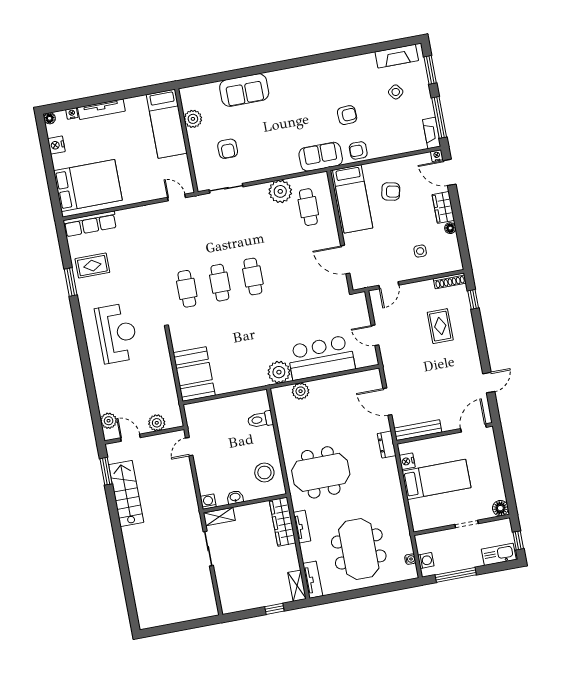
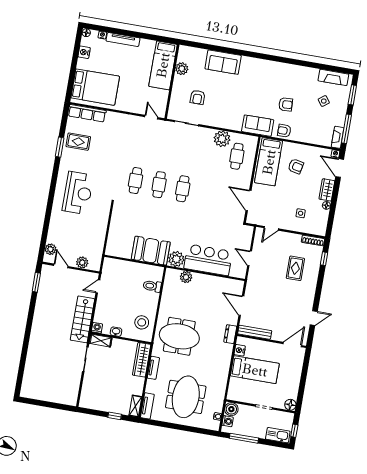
booth: (194, 374) -> (151, 251), moved, turned 90
stairs: (126, 493) -> (82, 319), moved, turned 180
boiler: (425, 543) -> (231, 409), added

